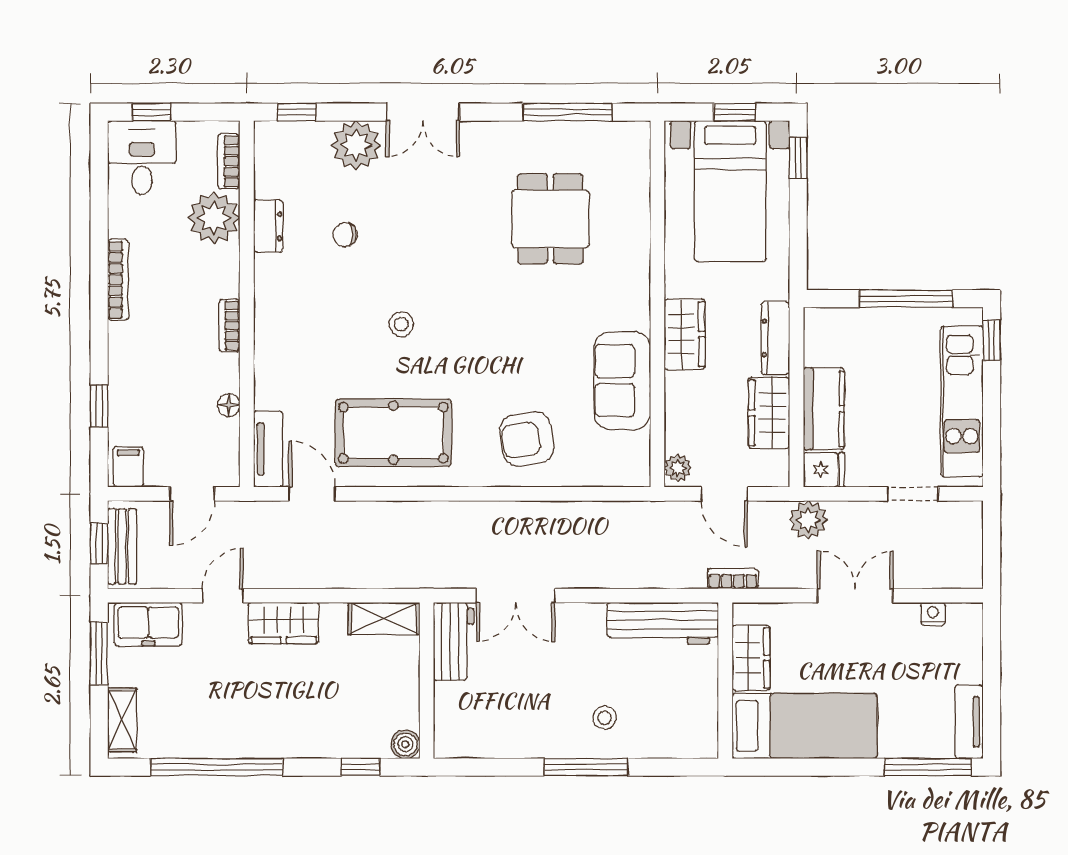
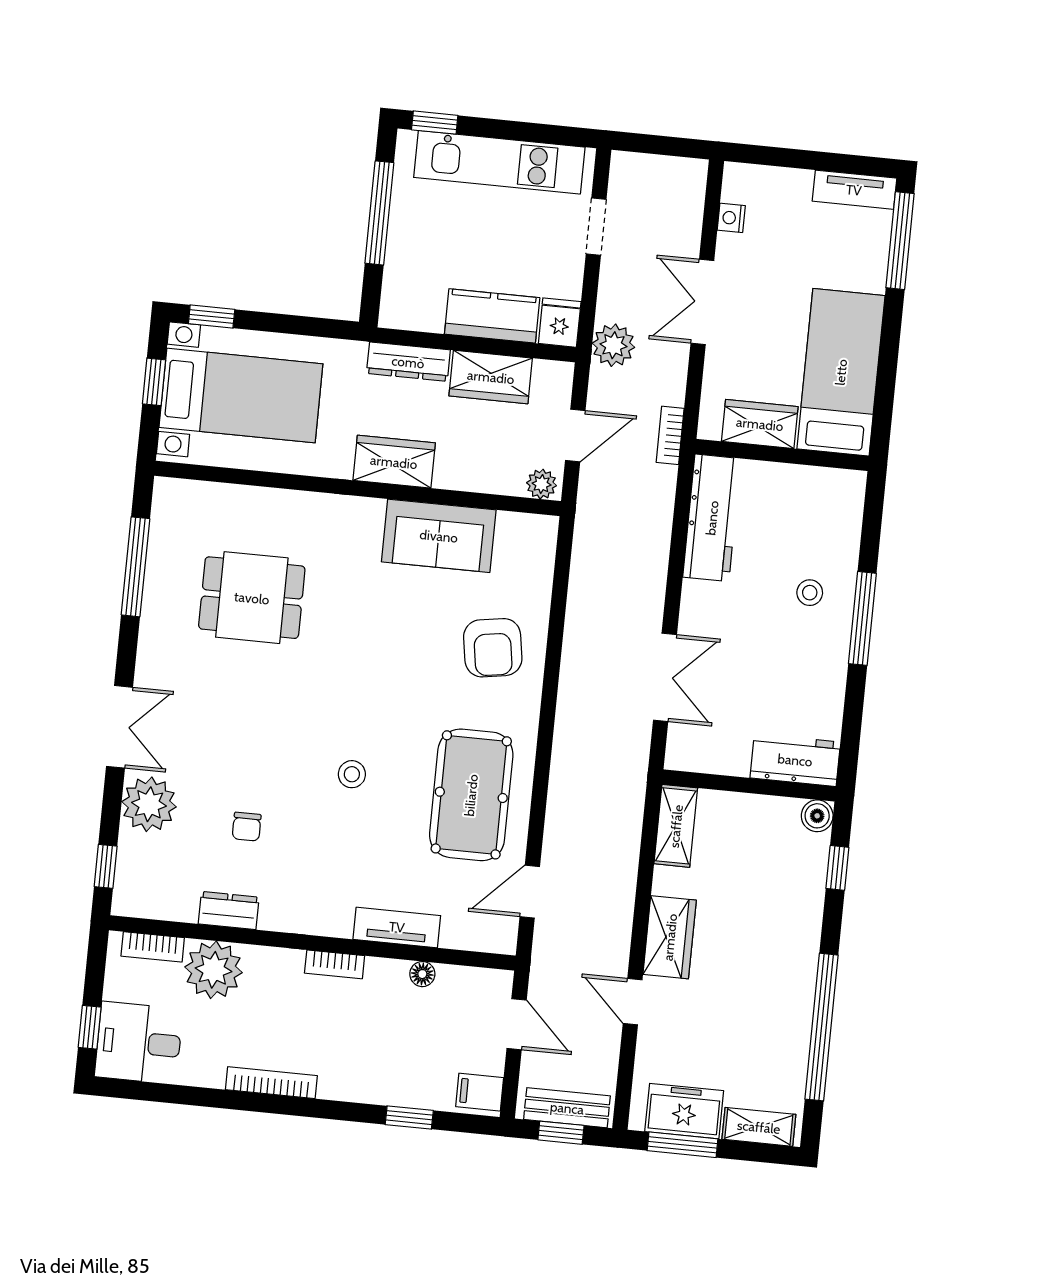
tv unit: (268, 449) -> (397, 927), moved
freezer: (148, 624) -> (684, 1111), moved, turned -90
workbench: (453, 641) -> (795, 760), moved

